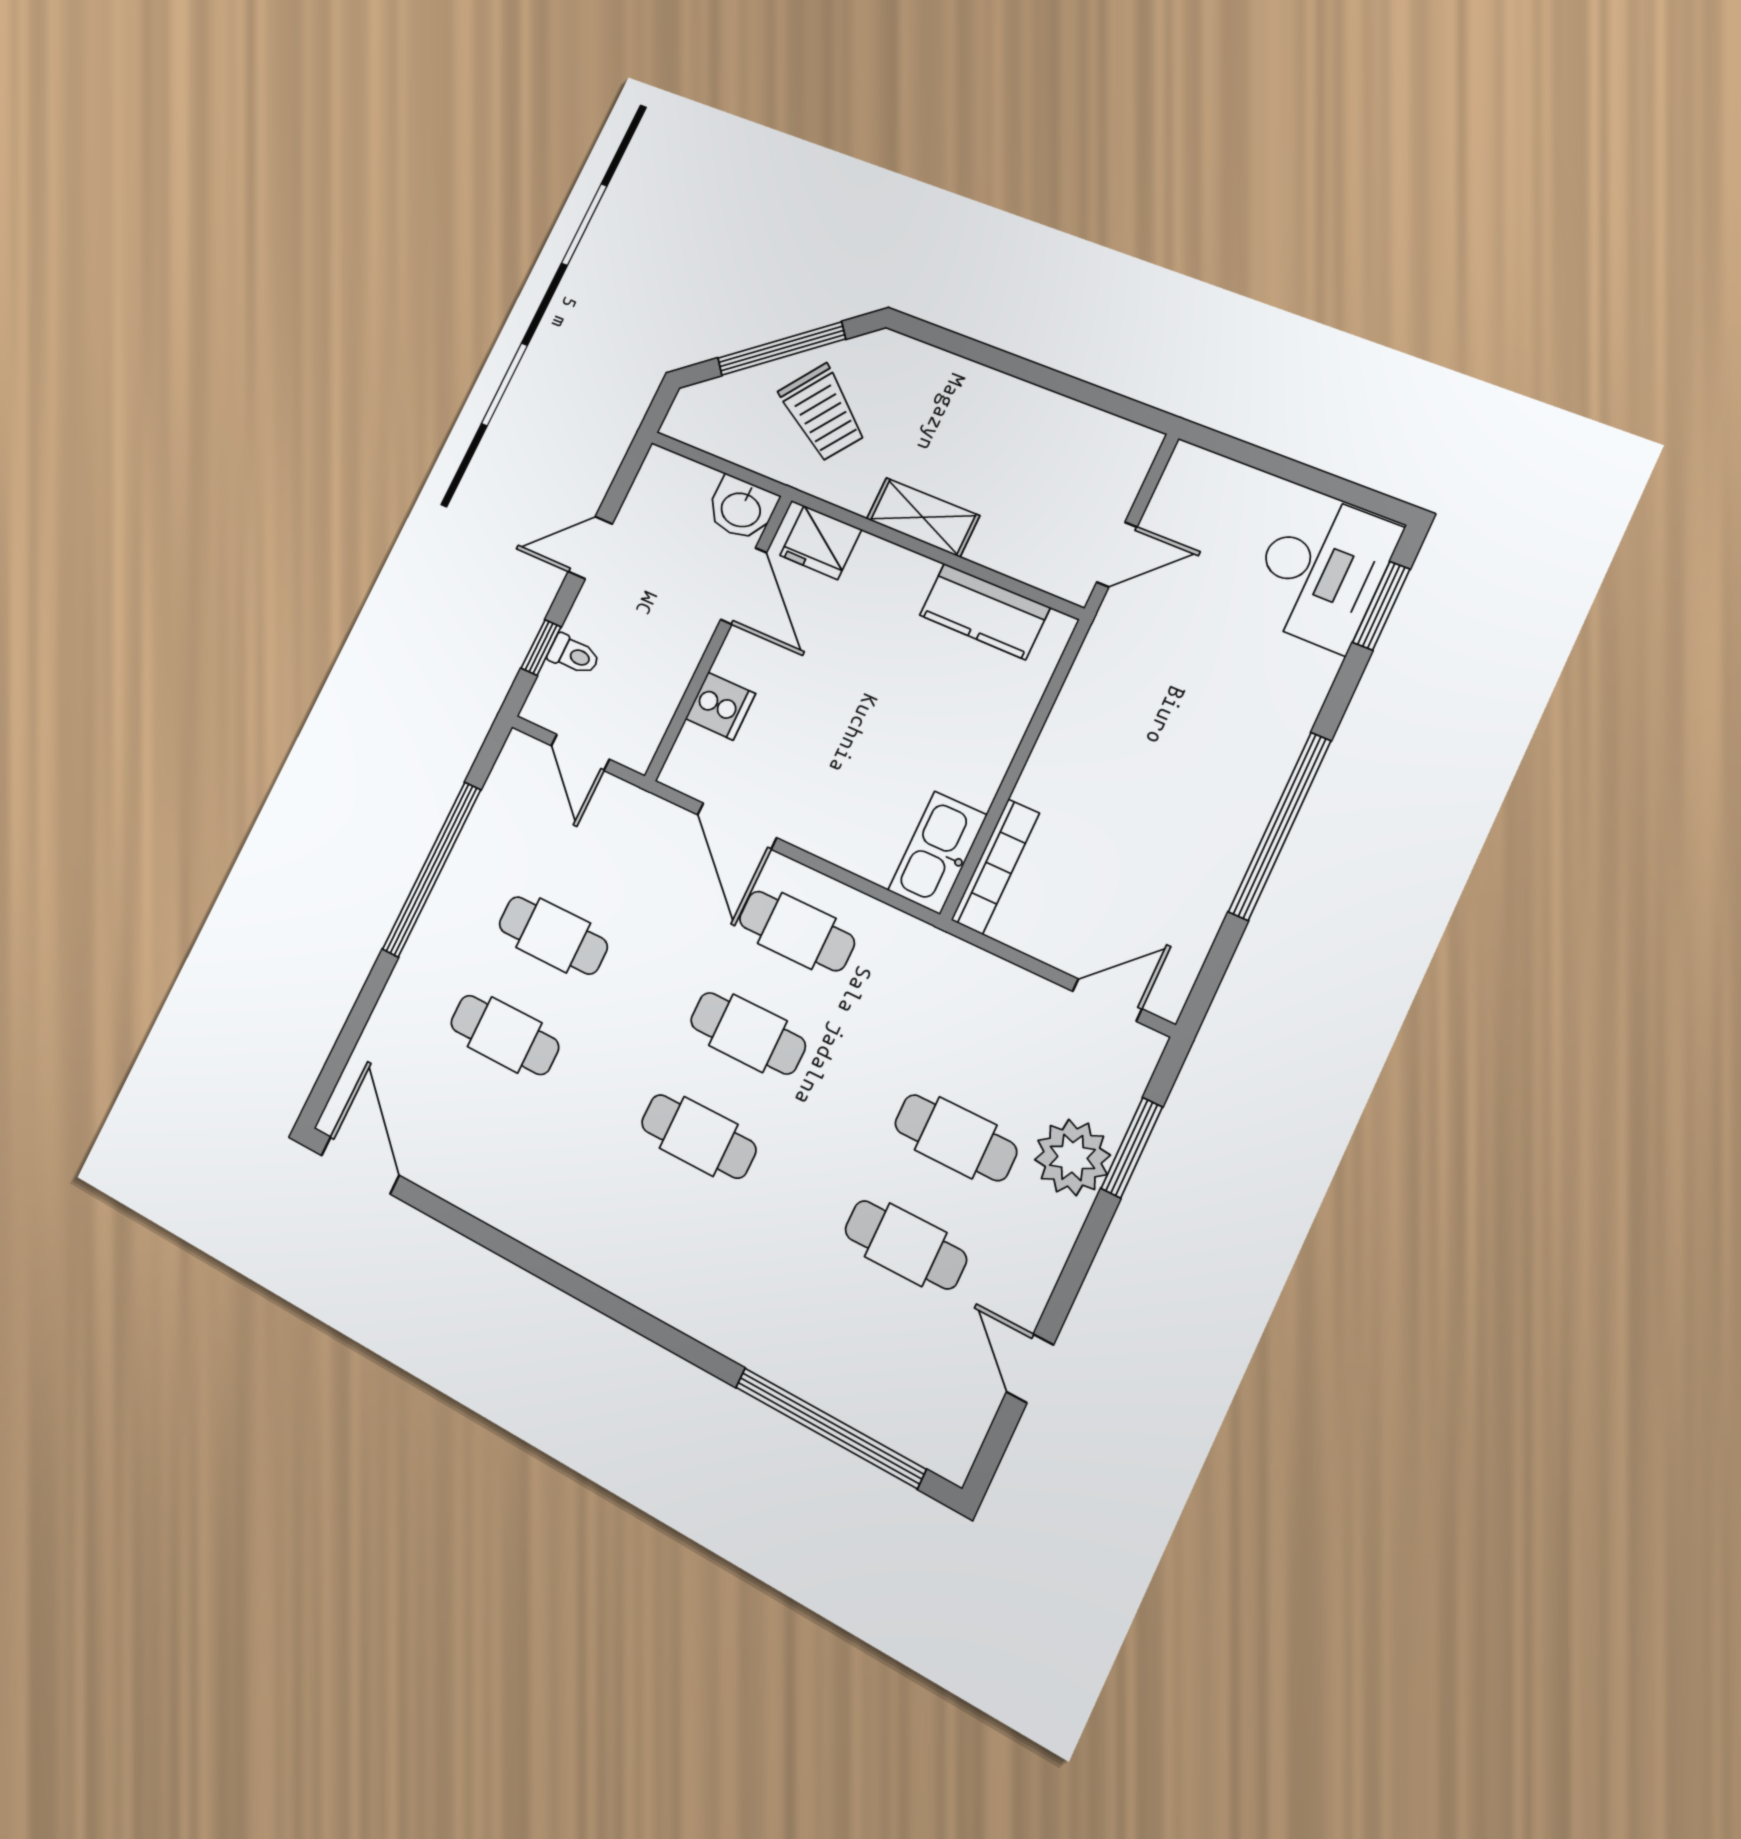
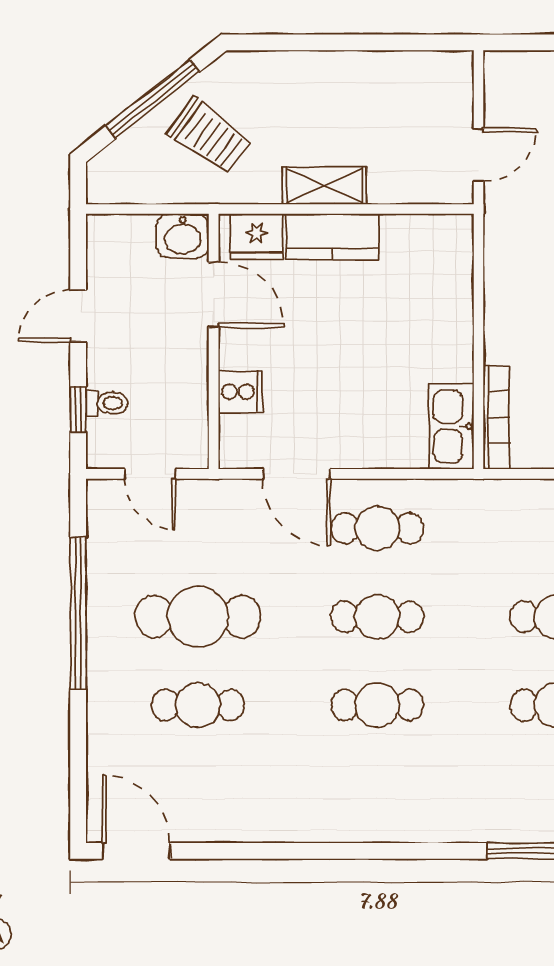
kitchen counter: (985, 611) -> (332, 237), moved
cafe table: (553, 935) -> (198, 617), width x1.37, depth x1.35

